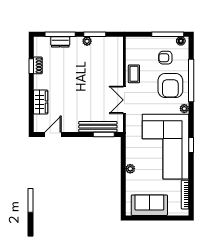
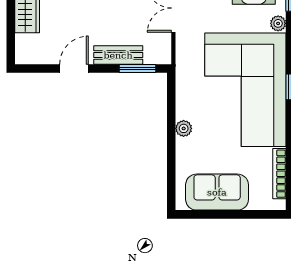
bench: (98, 127) -> (118, 55), width x0.73
door: (53, 134) -> (74, 69), moved

